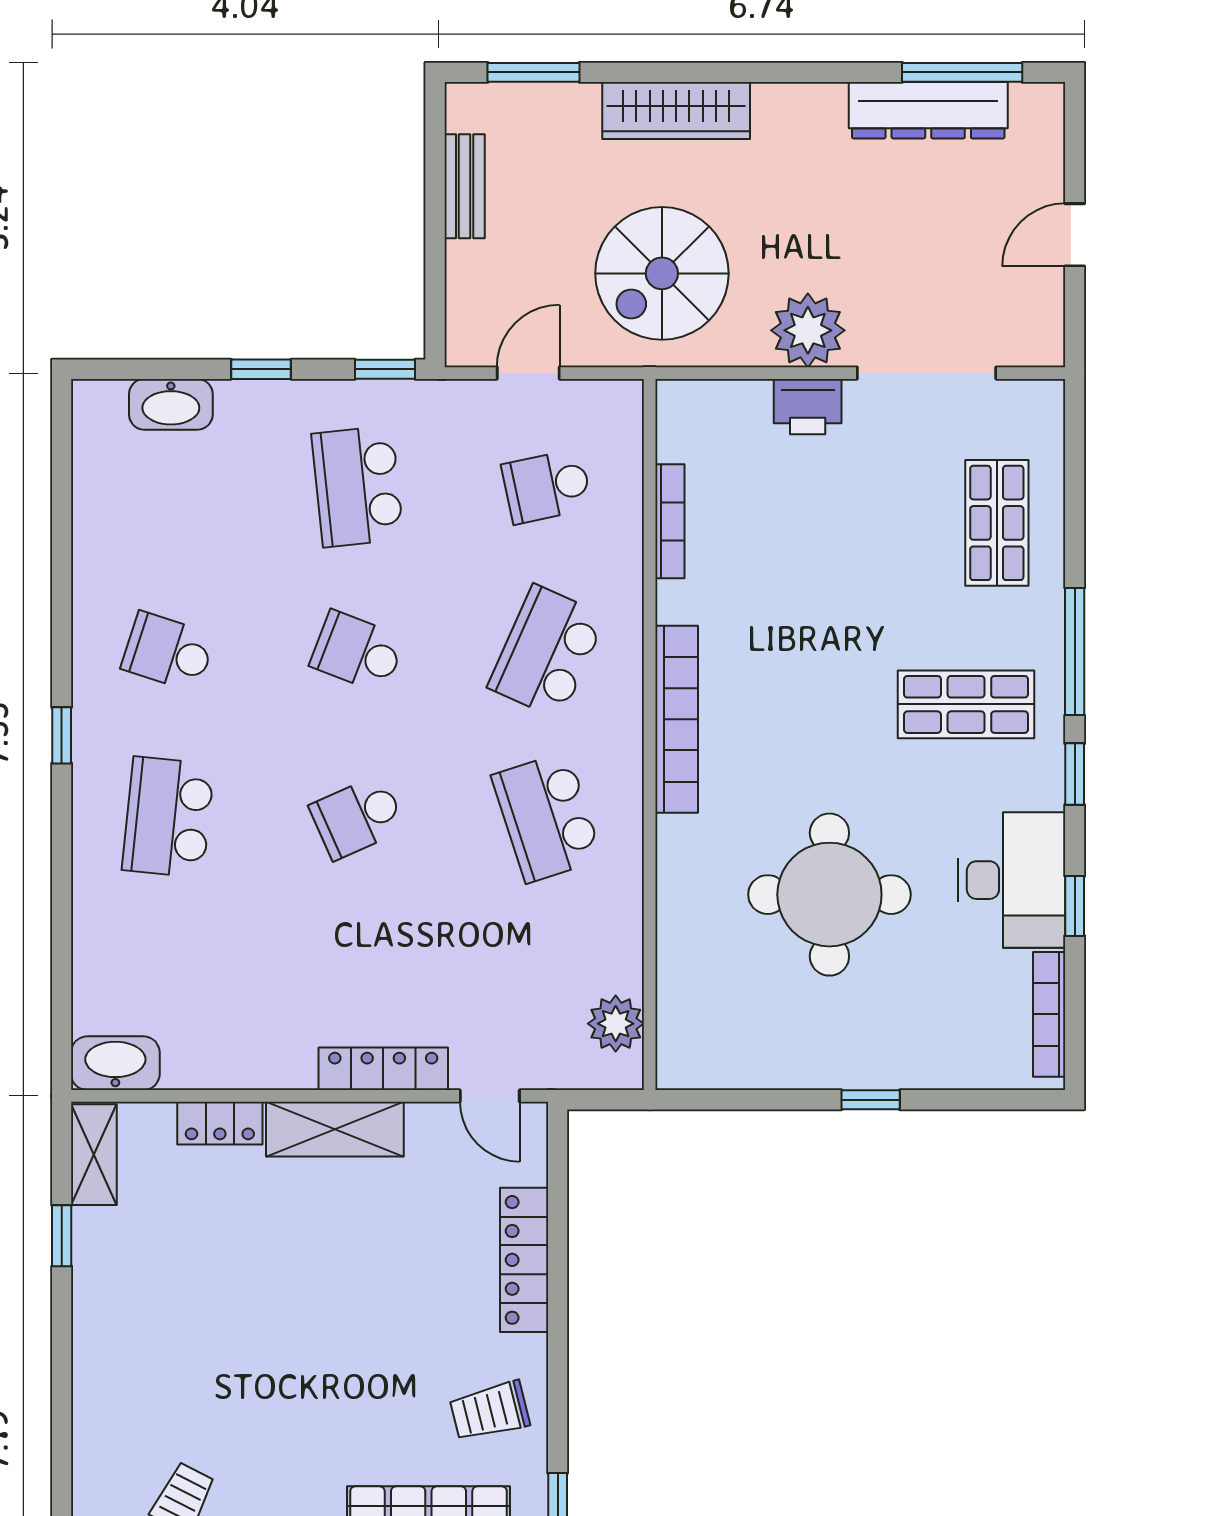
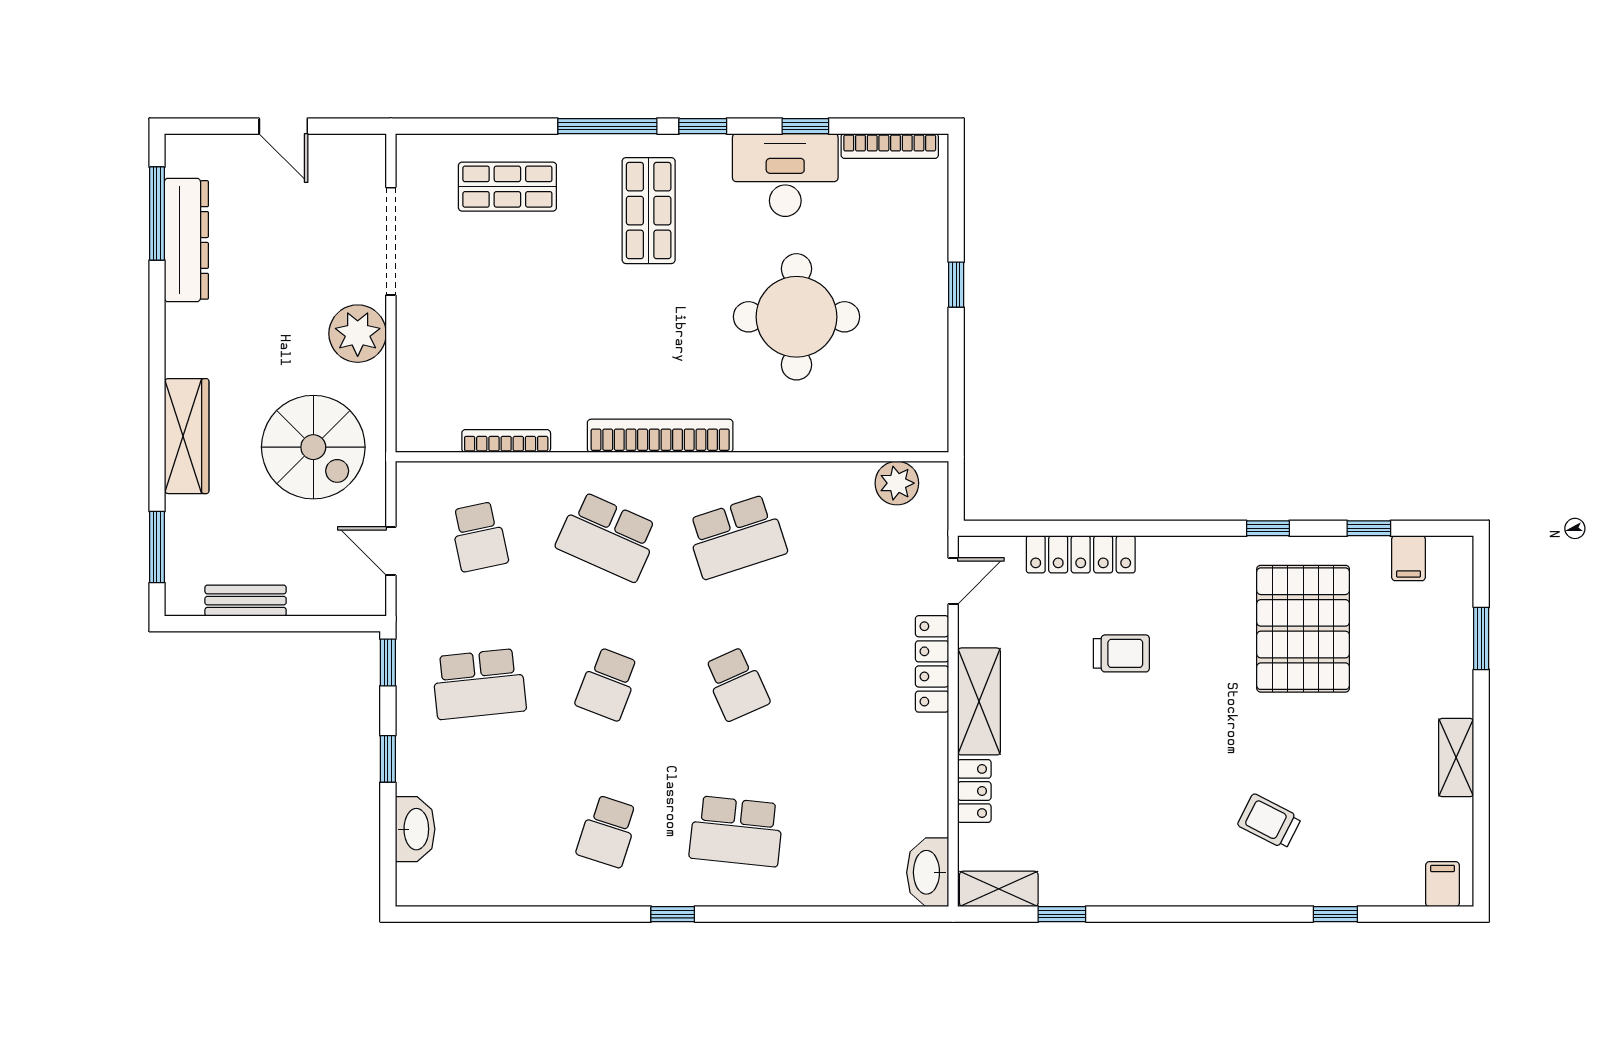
printer: (808, 407) -> (417, 334), removed
trolley: (490, 1411) -> (1121, 653), moved, turned -76

